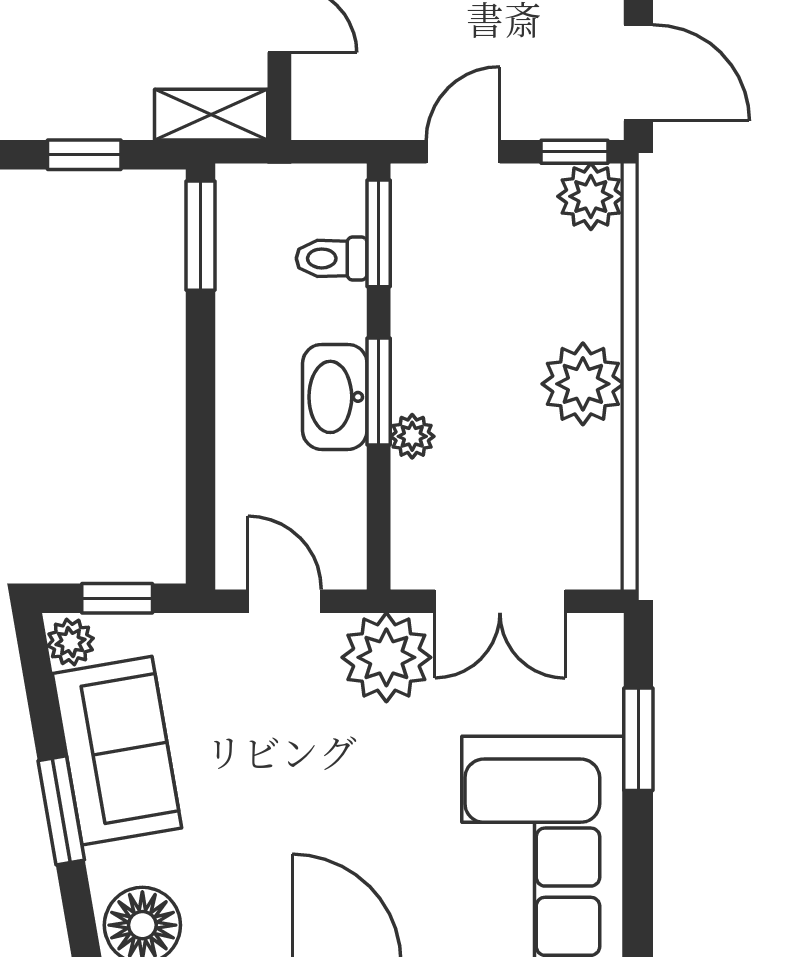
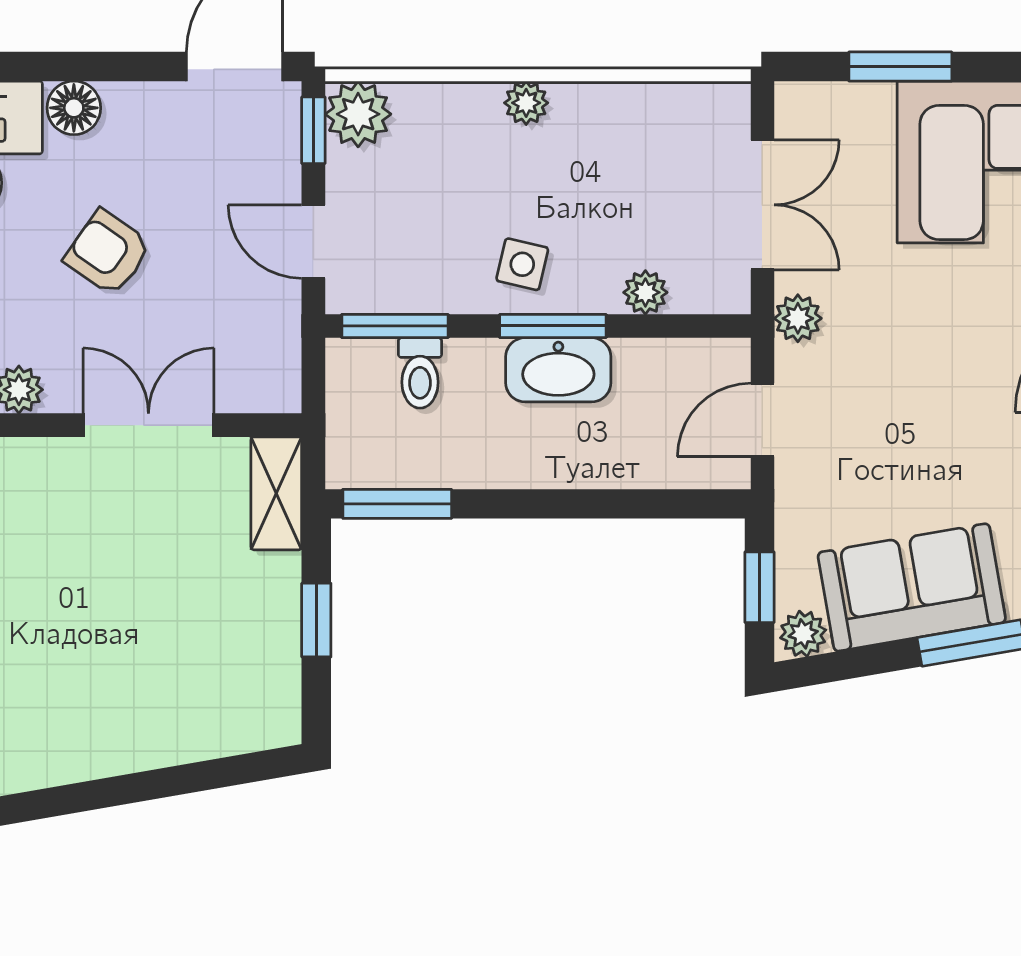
side table: (440, 361) -> (522, 264), added
plant: (583, 384) -> (526, 103), width x0.53, depth x0.53
plant: (412, 436) -> (645, 292), moved
plant: (386, 657) -> (798, 318), width x0.53, depth x0.53

